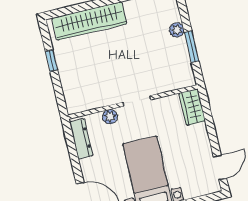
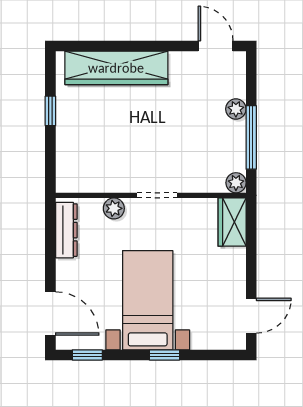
window: (192, 47) -> (251, 137), width x1.44
plant: (189, 80) -> (236, 183), added

